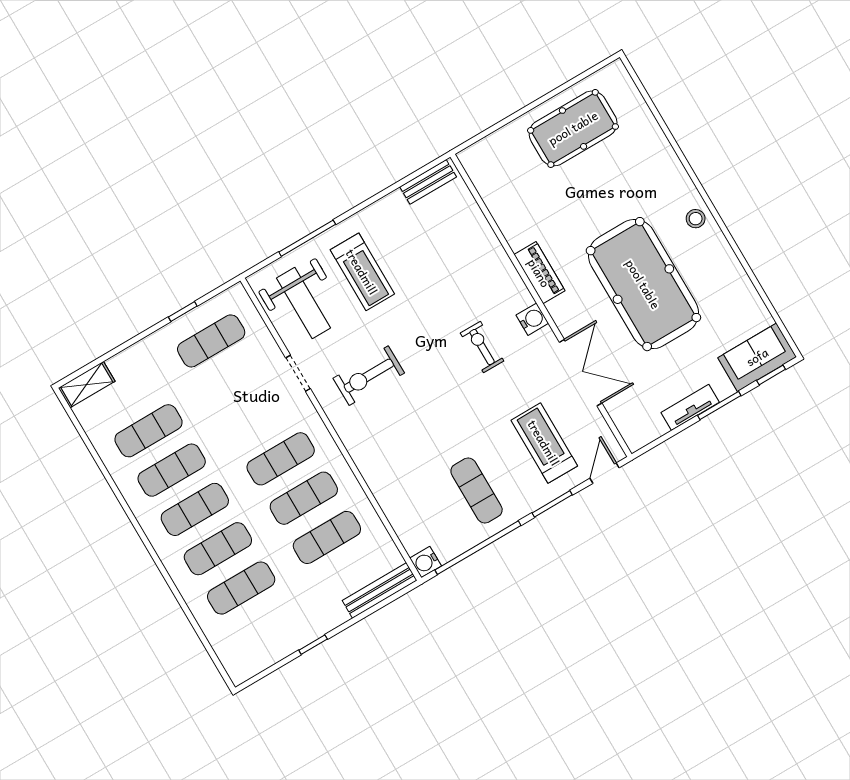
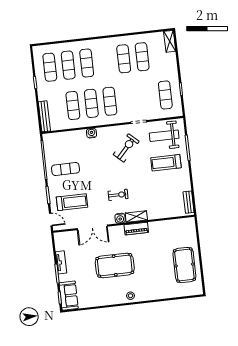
pool table: (643, 284) -> (115, 265), width x0.73, depth x0.76
shelving: (512, 285) -> (136, 216), added
exercise bike: (369, 376) -> (126, 148), turned 43
exercise mat: (195, 509) -> (50, 67), moved
water cooler: (426, 562) -> (92, 133), moved

